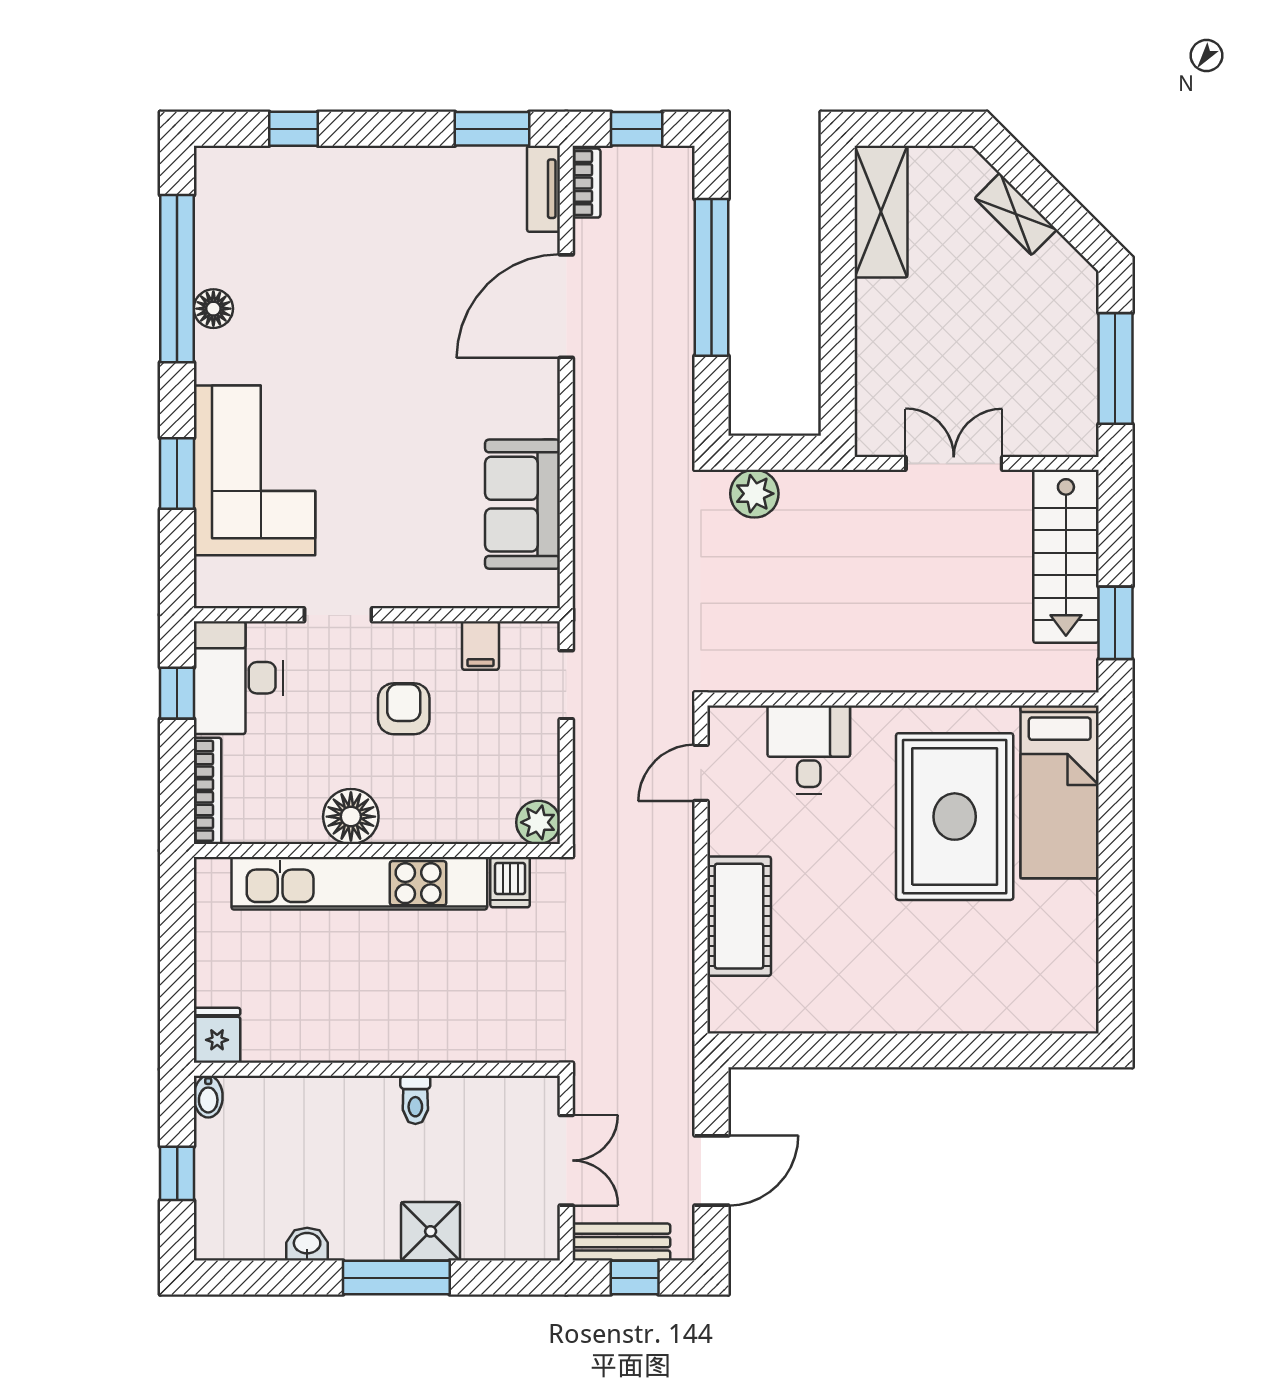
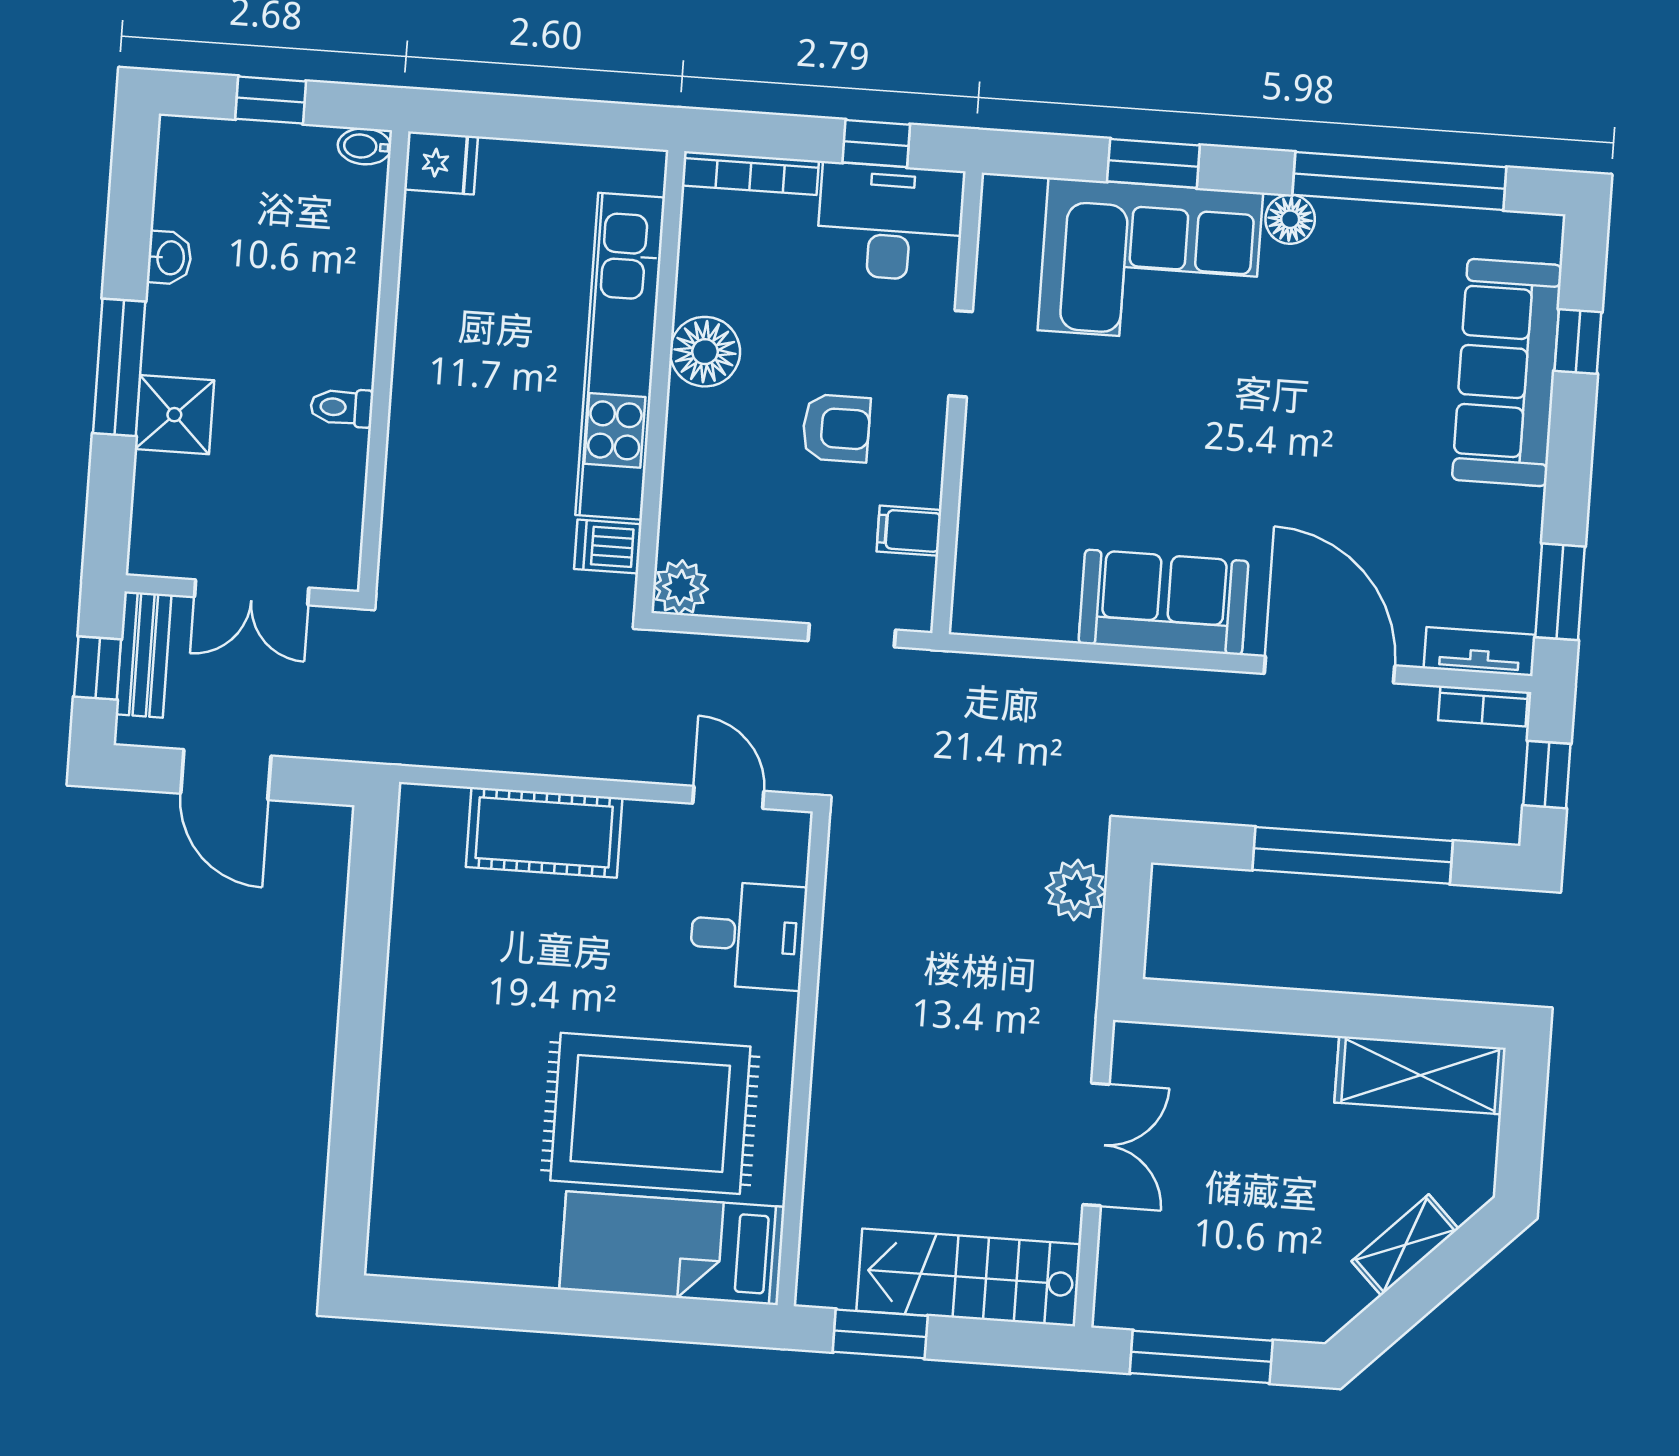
sofa: (322, 183) -> (1507, 373), added
floor lamp: (213, 309) -> (1290, 219), moved
sofa: (523, 504) -> (1163, 602), moved

